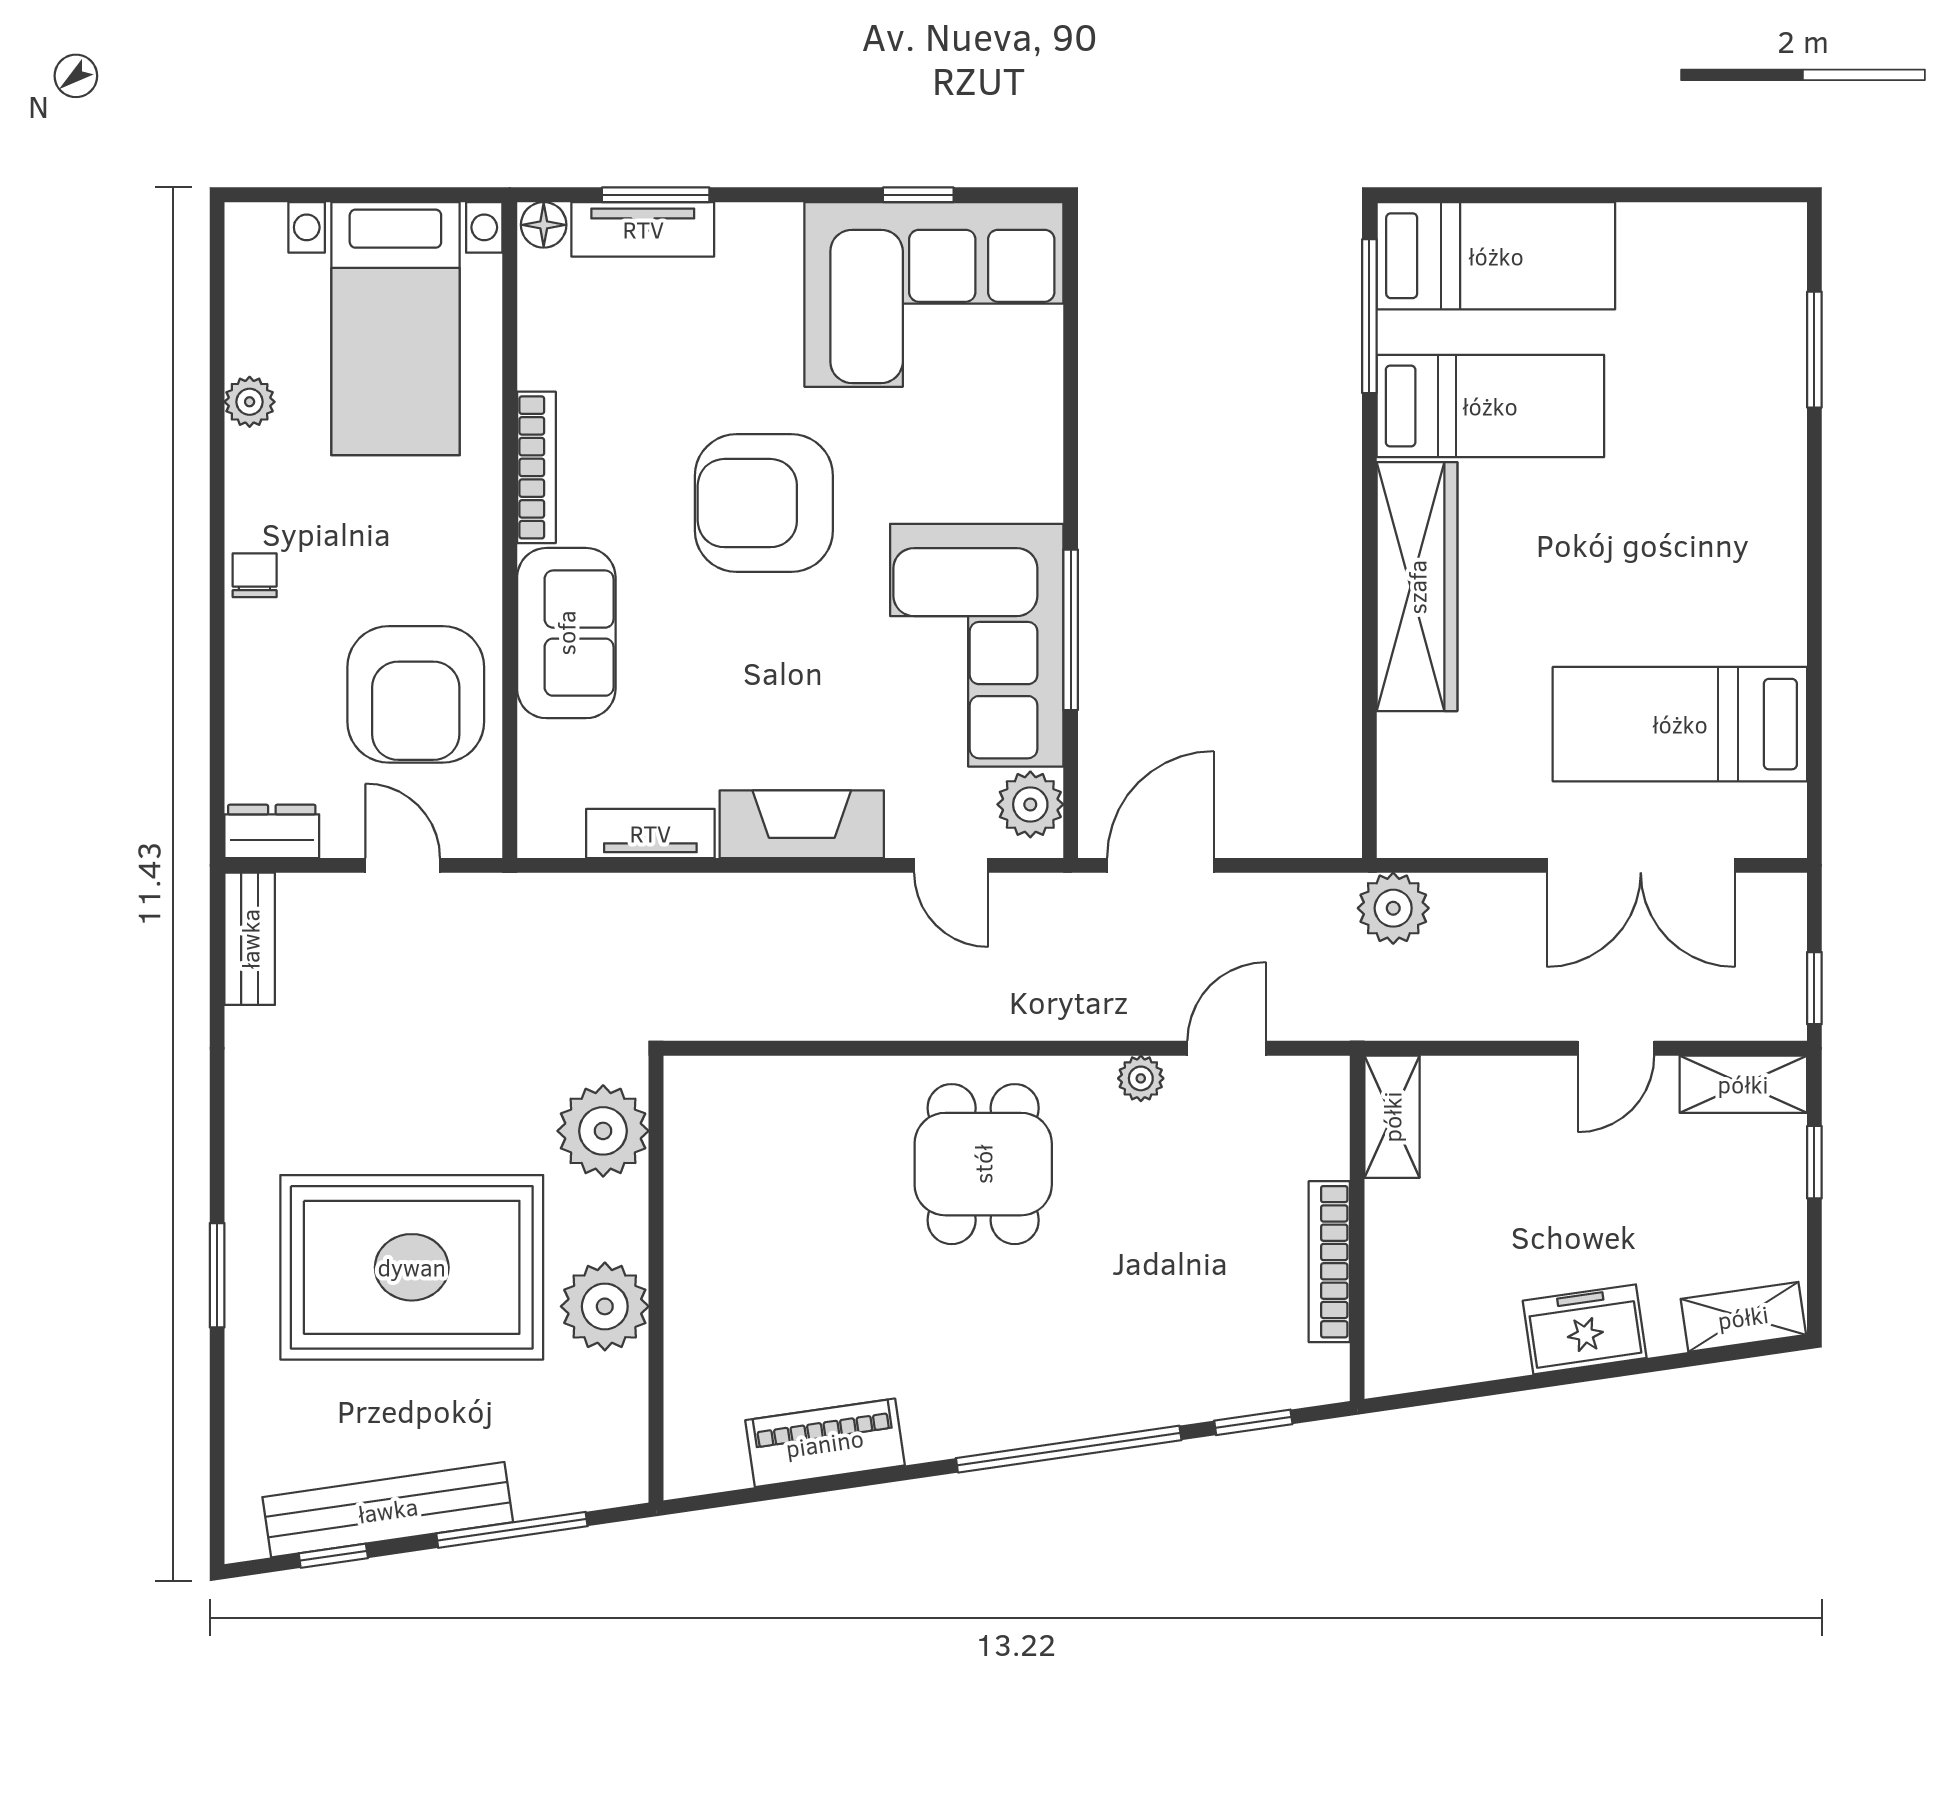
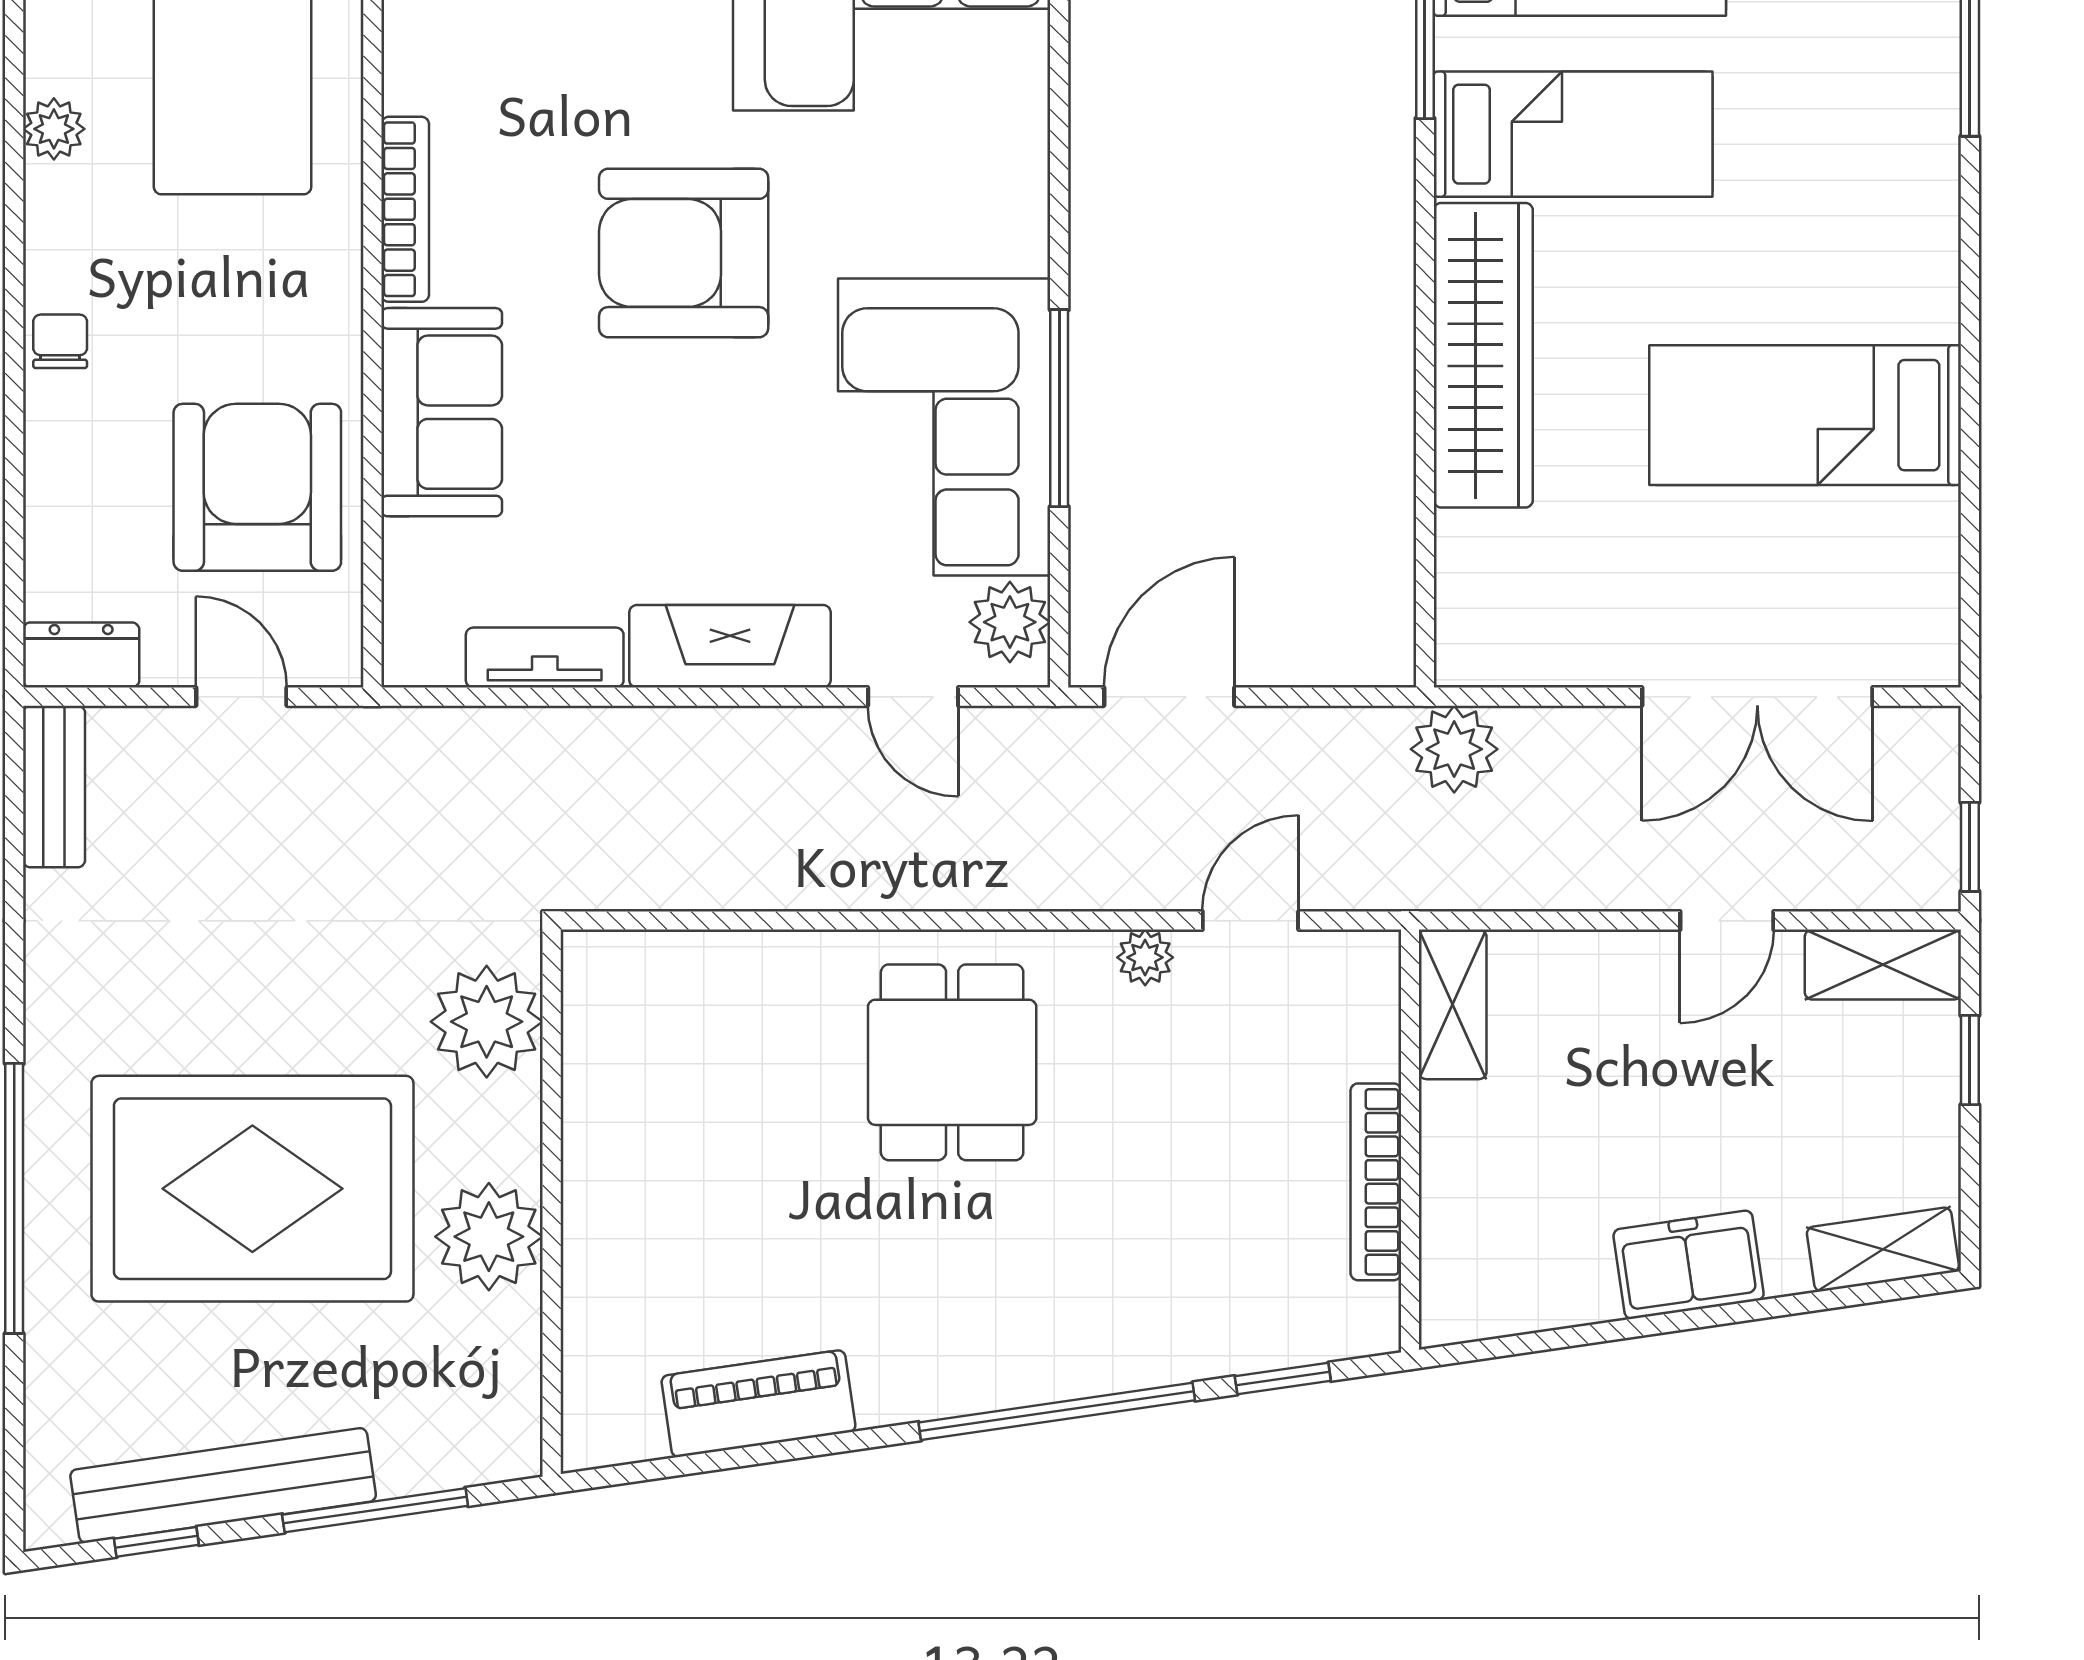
armchair: (416, 694) -> (257, 487), turned 180
bed: (1680, 724) -> (1805, 415), moved
window: (217, 1275) -> (14, 1198), width x2.11

